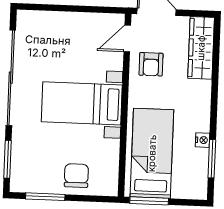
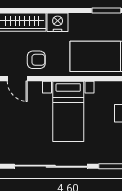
nightstand: (203, 140) -> (58, 22), moved, width x1.89, depth x1.79

